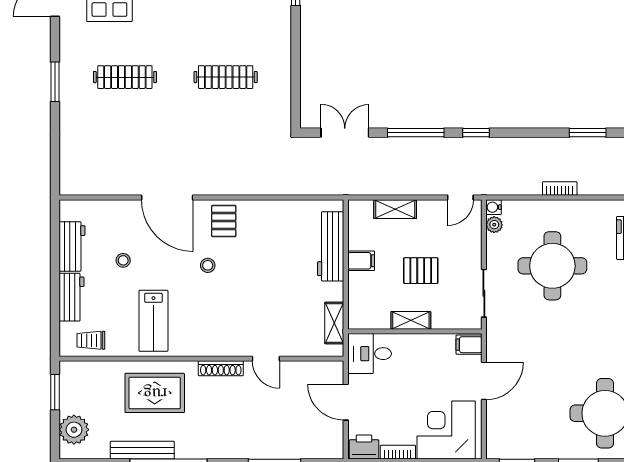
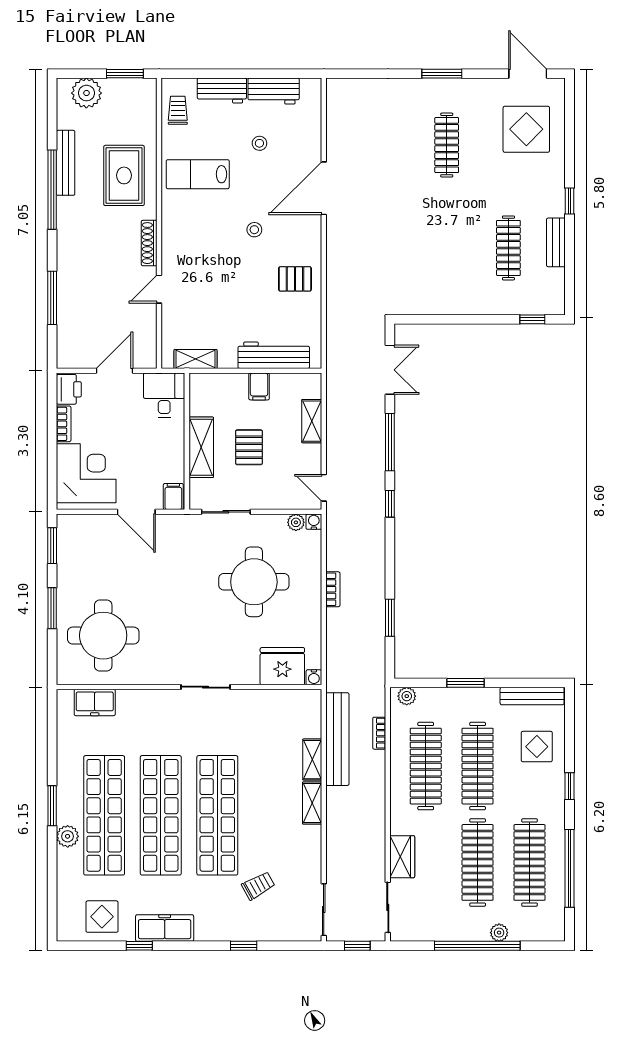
clothes rail: (226, 77) -> (508, 248), moved
pallet: (224, 221) -> (295, 279), moved
shelving: (411, 320) -> (201, 447), width x1.50, depth x1.33

